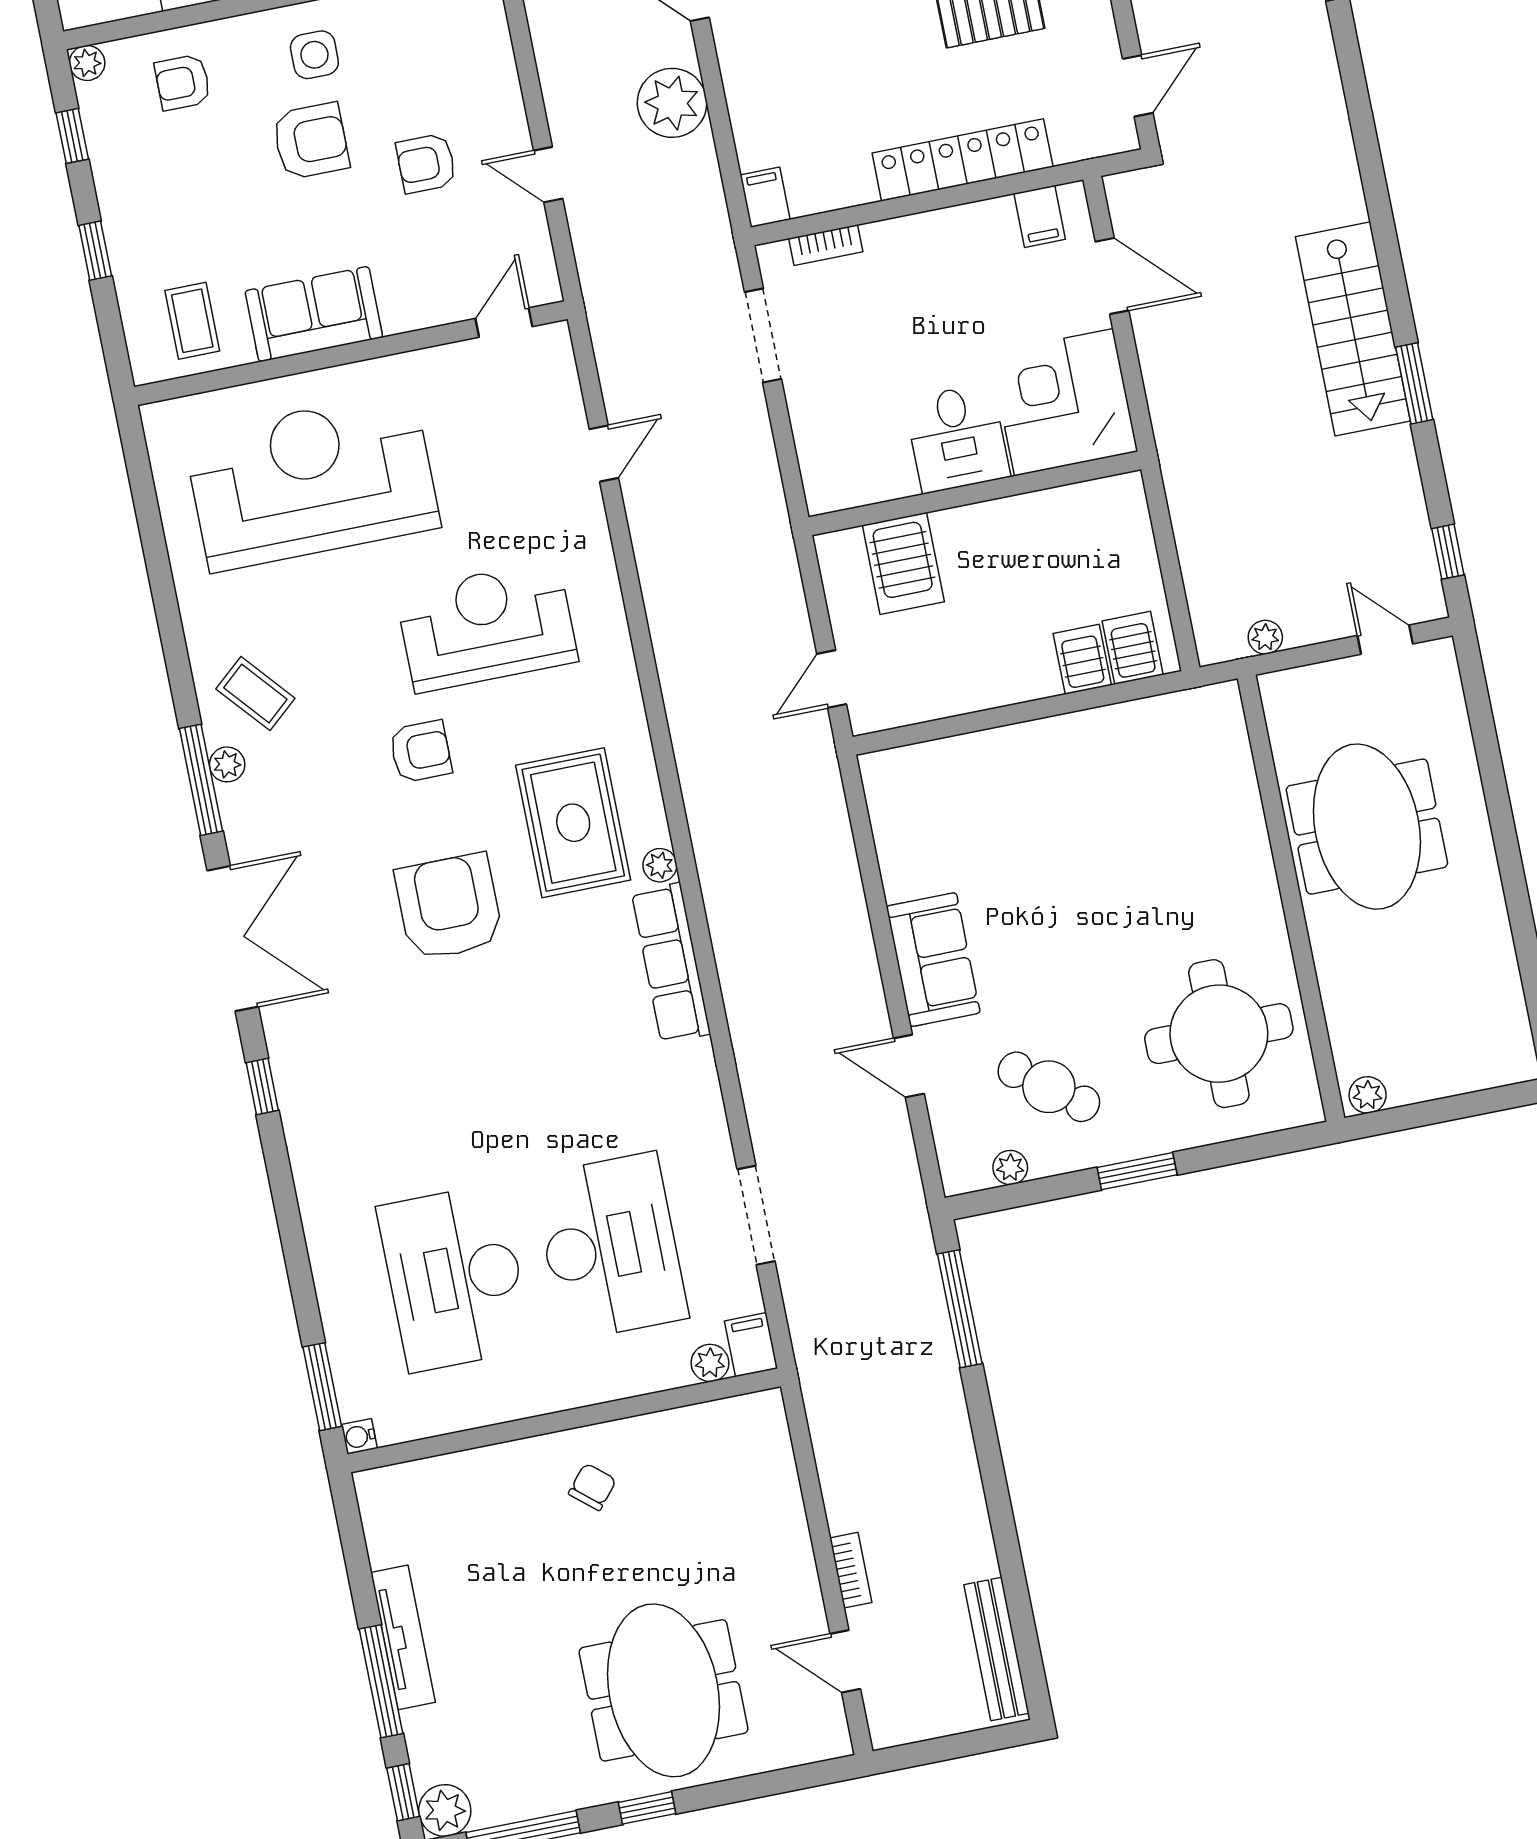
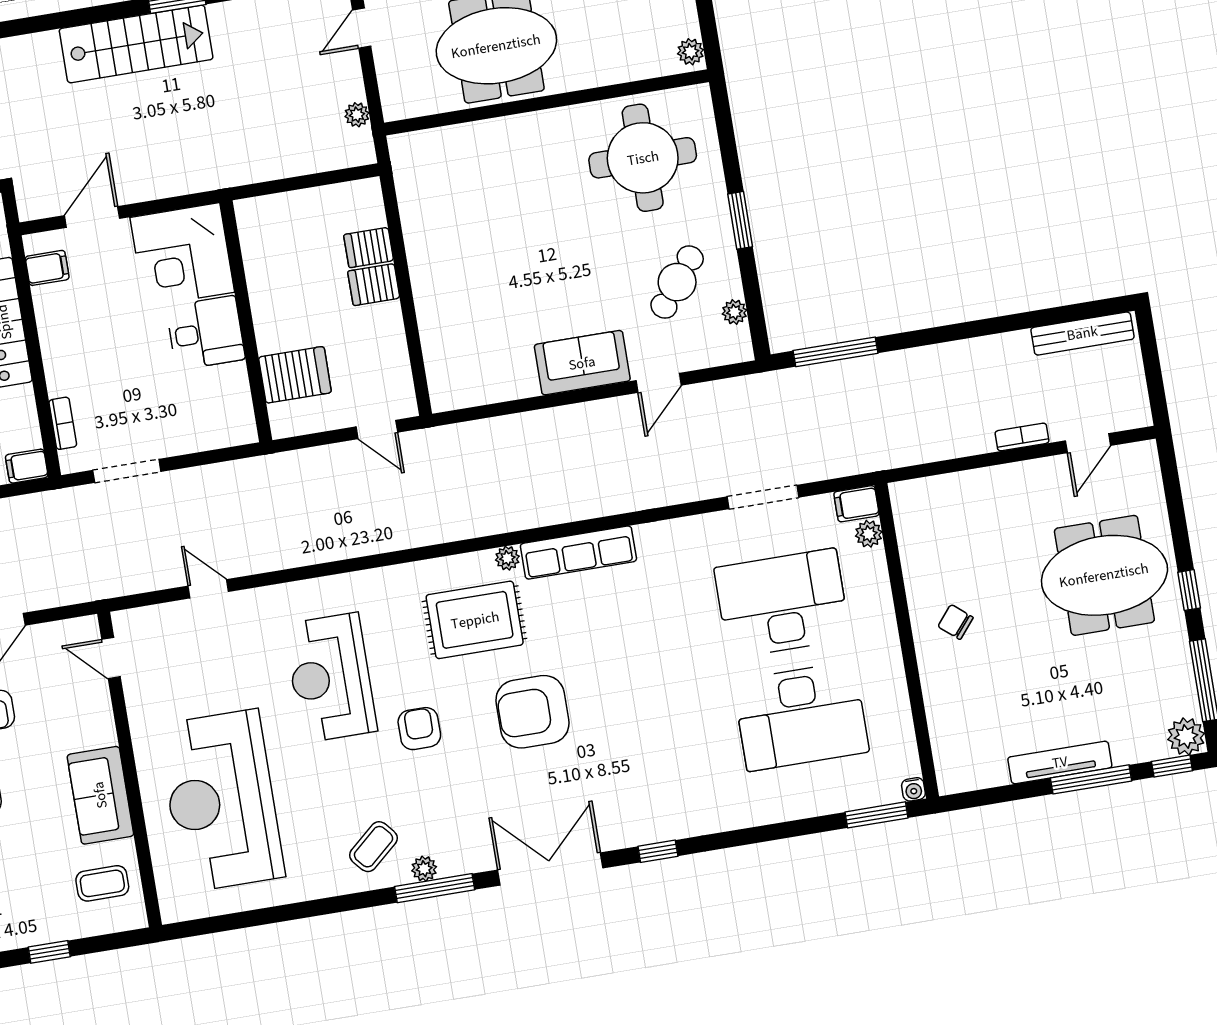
server rack: (1133, 648) -> (374, 285), moved

